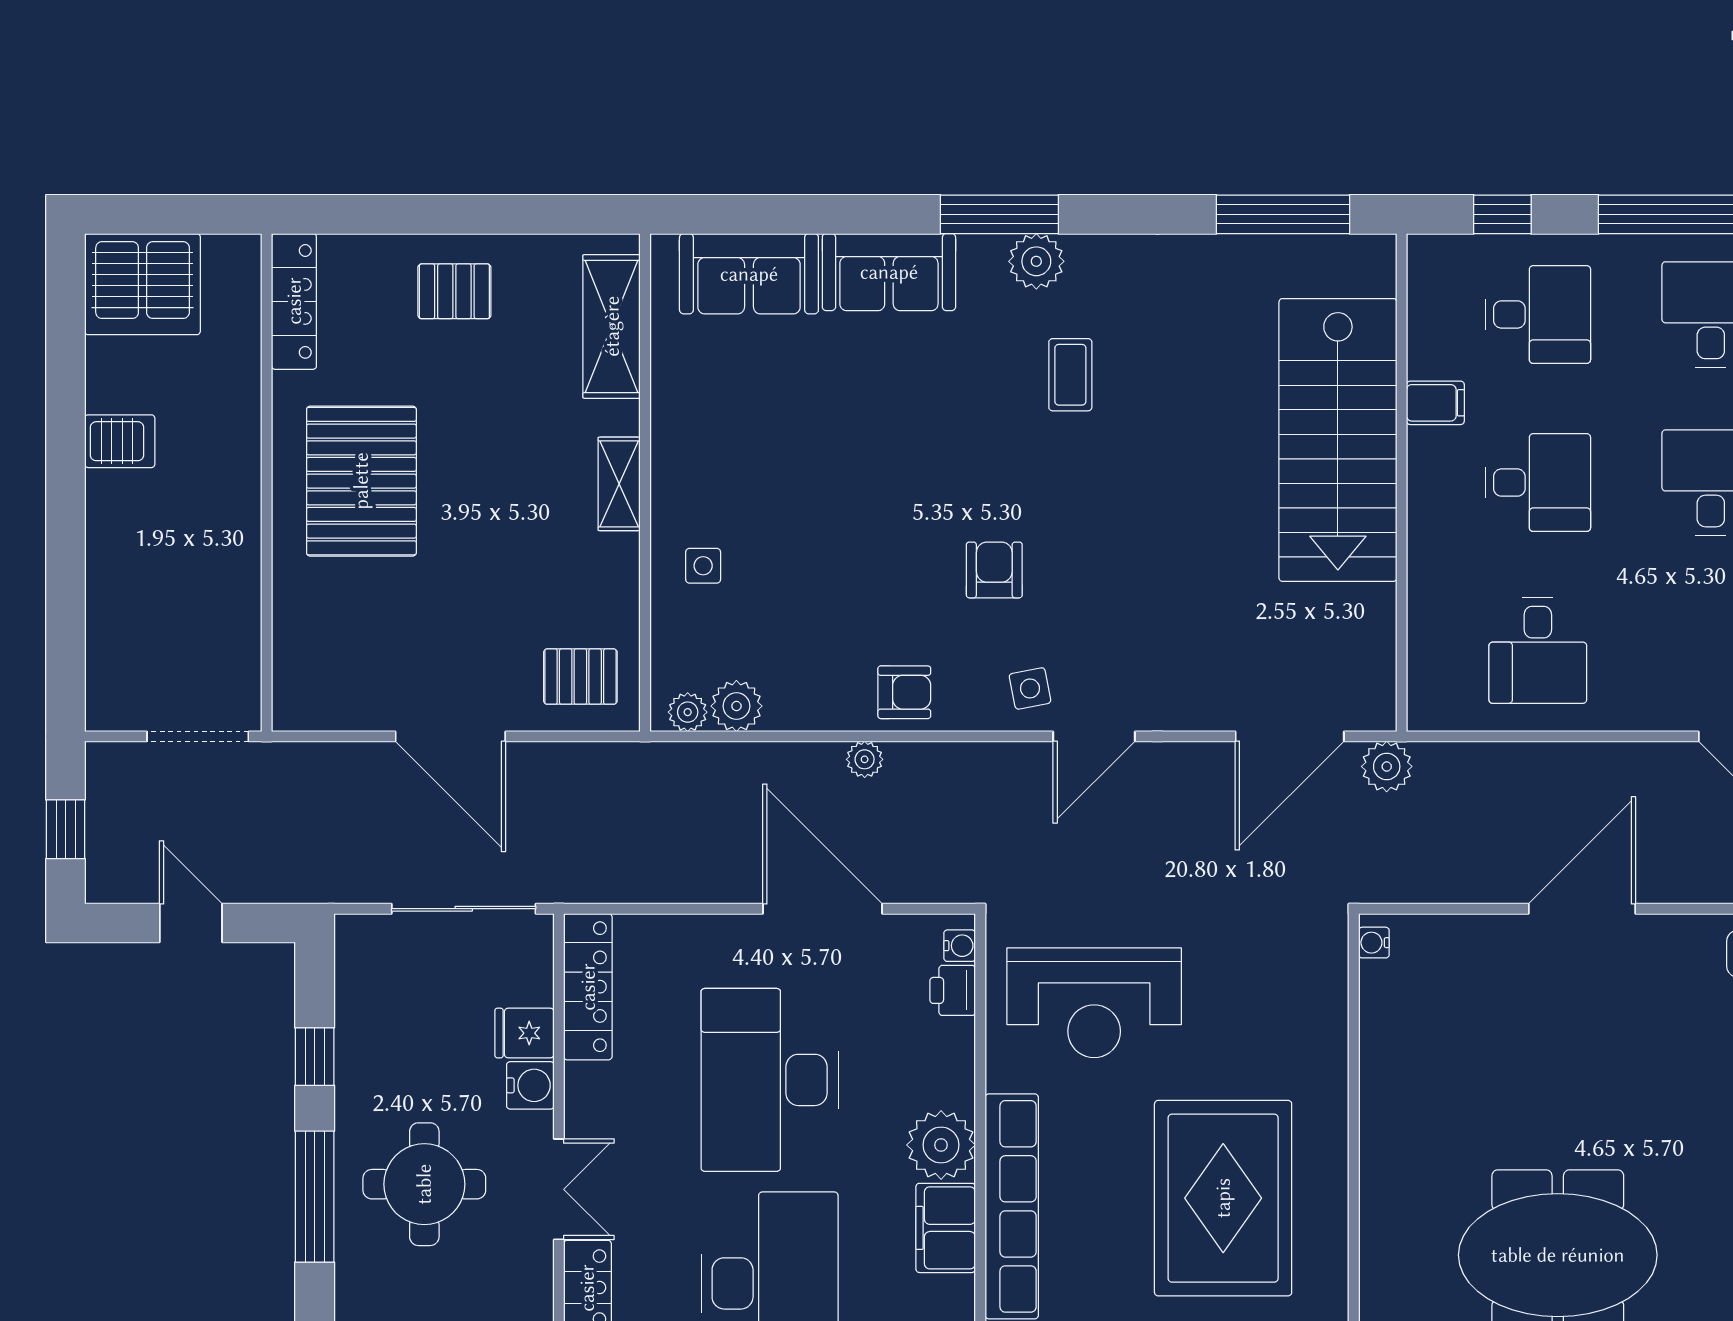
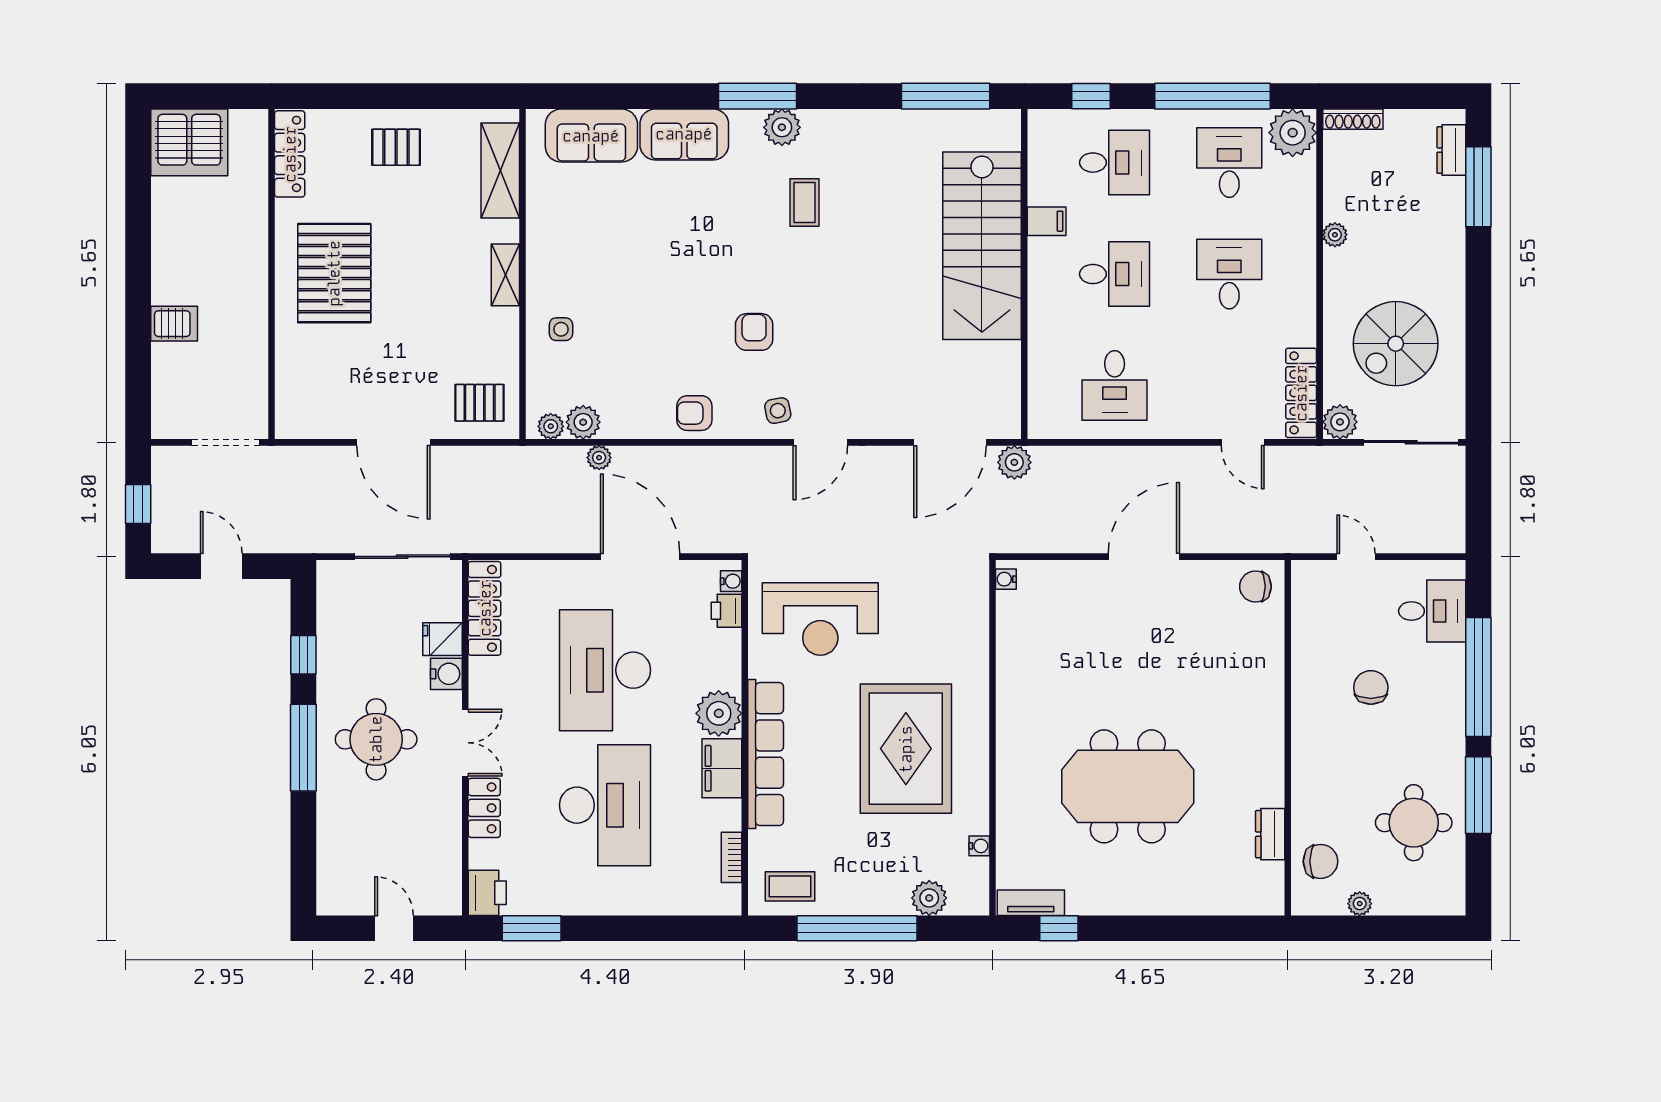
server rack: (120, 441) -> (174, 324), moved
armchair: (904, 692) -> (694, 413), turned 180
plant: (865, 759) -> (599, 458), moved

